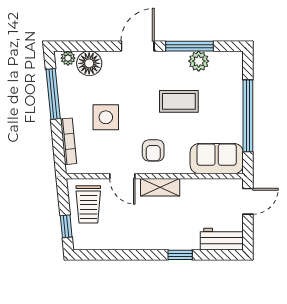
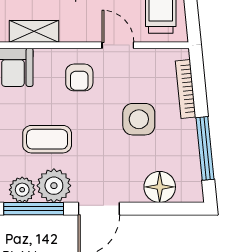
plant: (68, 58) -> (54, 186), moved, width x1.88, depth x1.88
armchair: (153, 150) -> (79, 77), turned 180
shelving: (160, 187) -> (34, 31), moved

